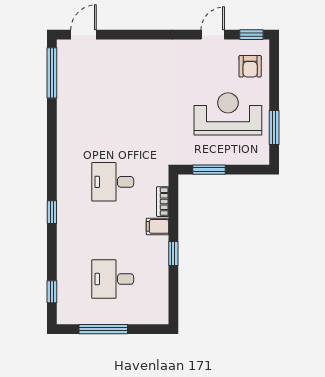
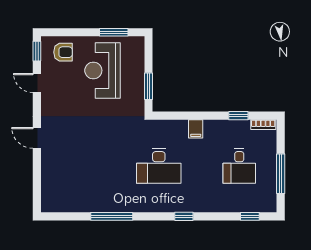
door: (84, 35) -> (37, 138), moved
window: (52, 73) -> (112, 216), moved
desk: (113, 182) -> (159, 166), width x1.37
bookcase: (163, 202) -> (263, 125), moved
window: (173, 253) -> (238, 116), moved

